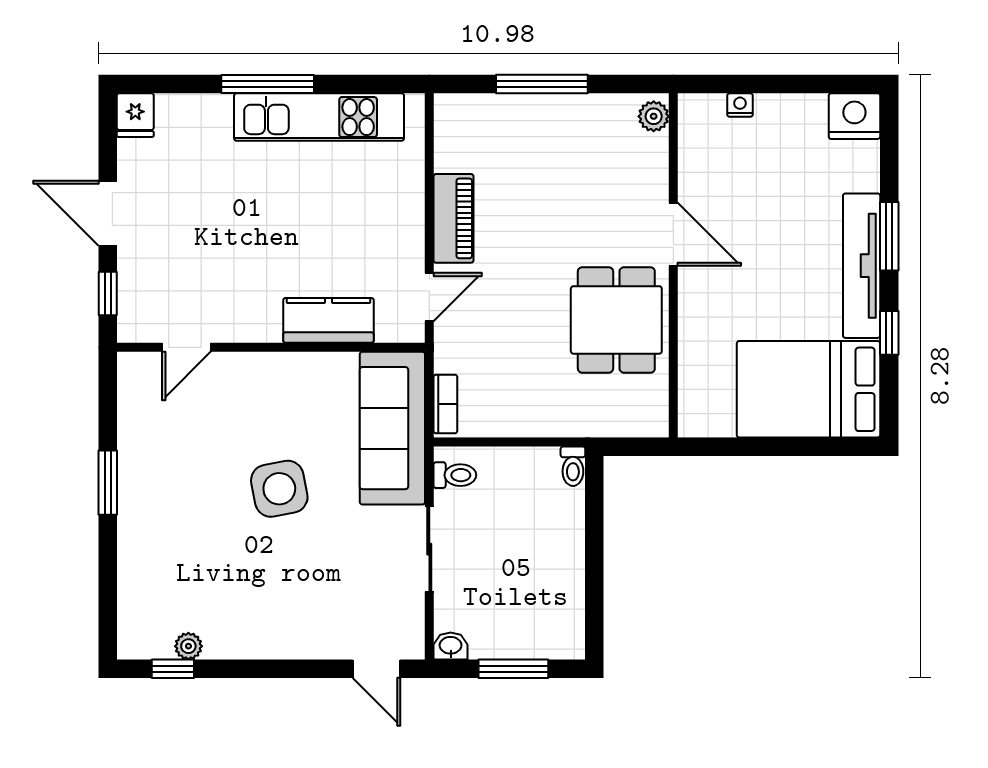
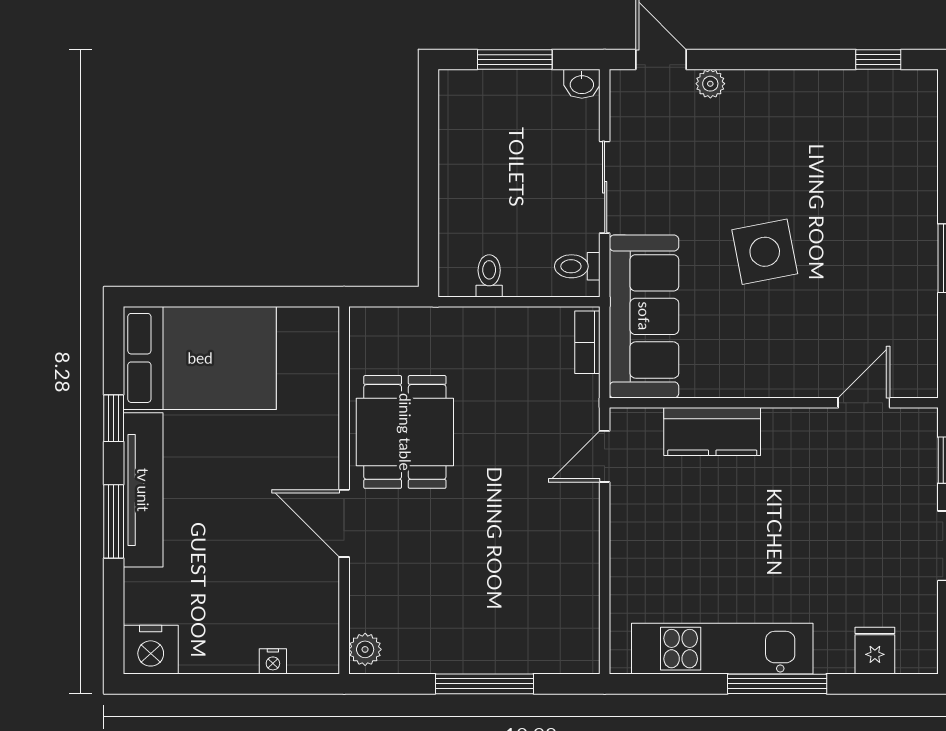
fridge: (135, 115) -> (875, 651), moved
piano: (454, 218) -> (579, 540), removed
toilet: (573, 466) -> (489, 276), moved
plant: (188, 646) -> (710, 84), moved

